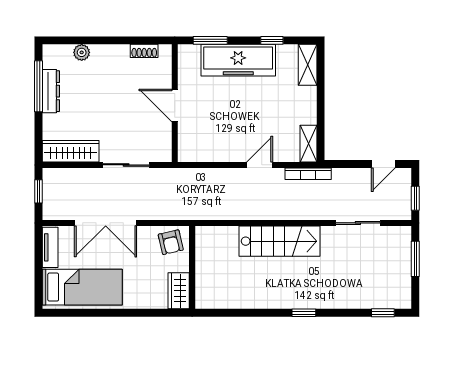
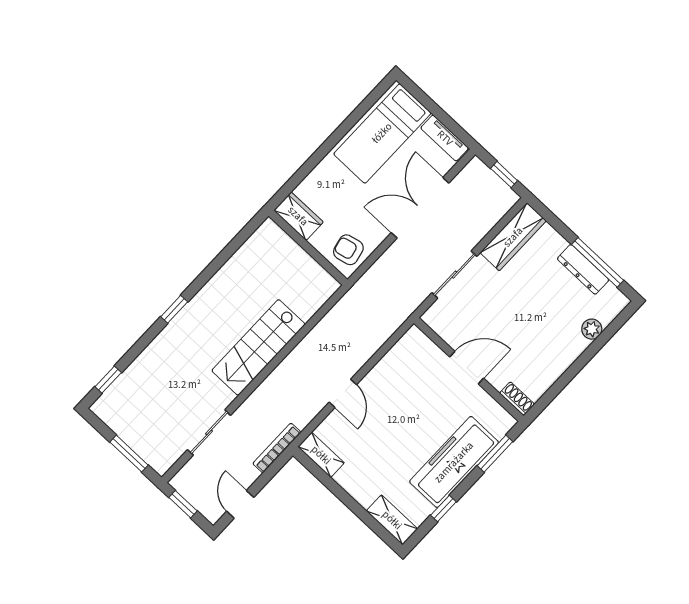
shoe rack: (144, 51) -> (517, 399), moved, turned 90
bookcase: (308, 174) -> (277, 448), moved

